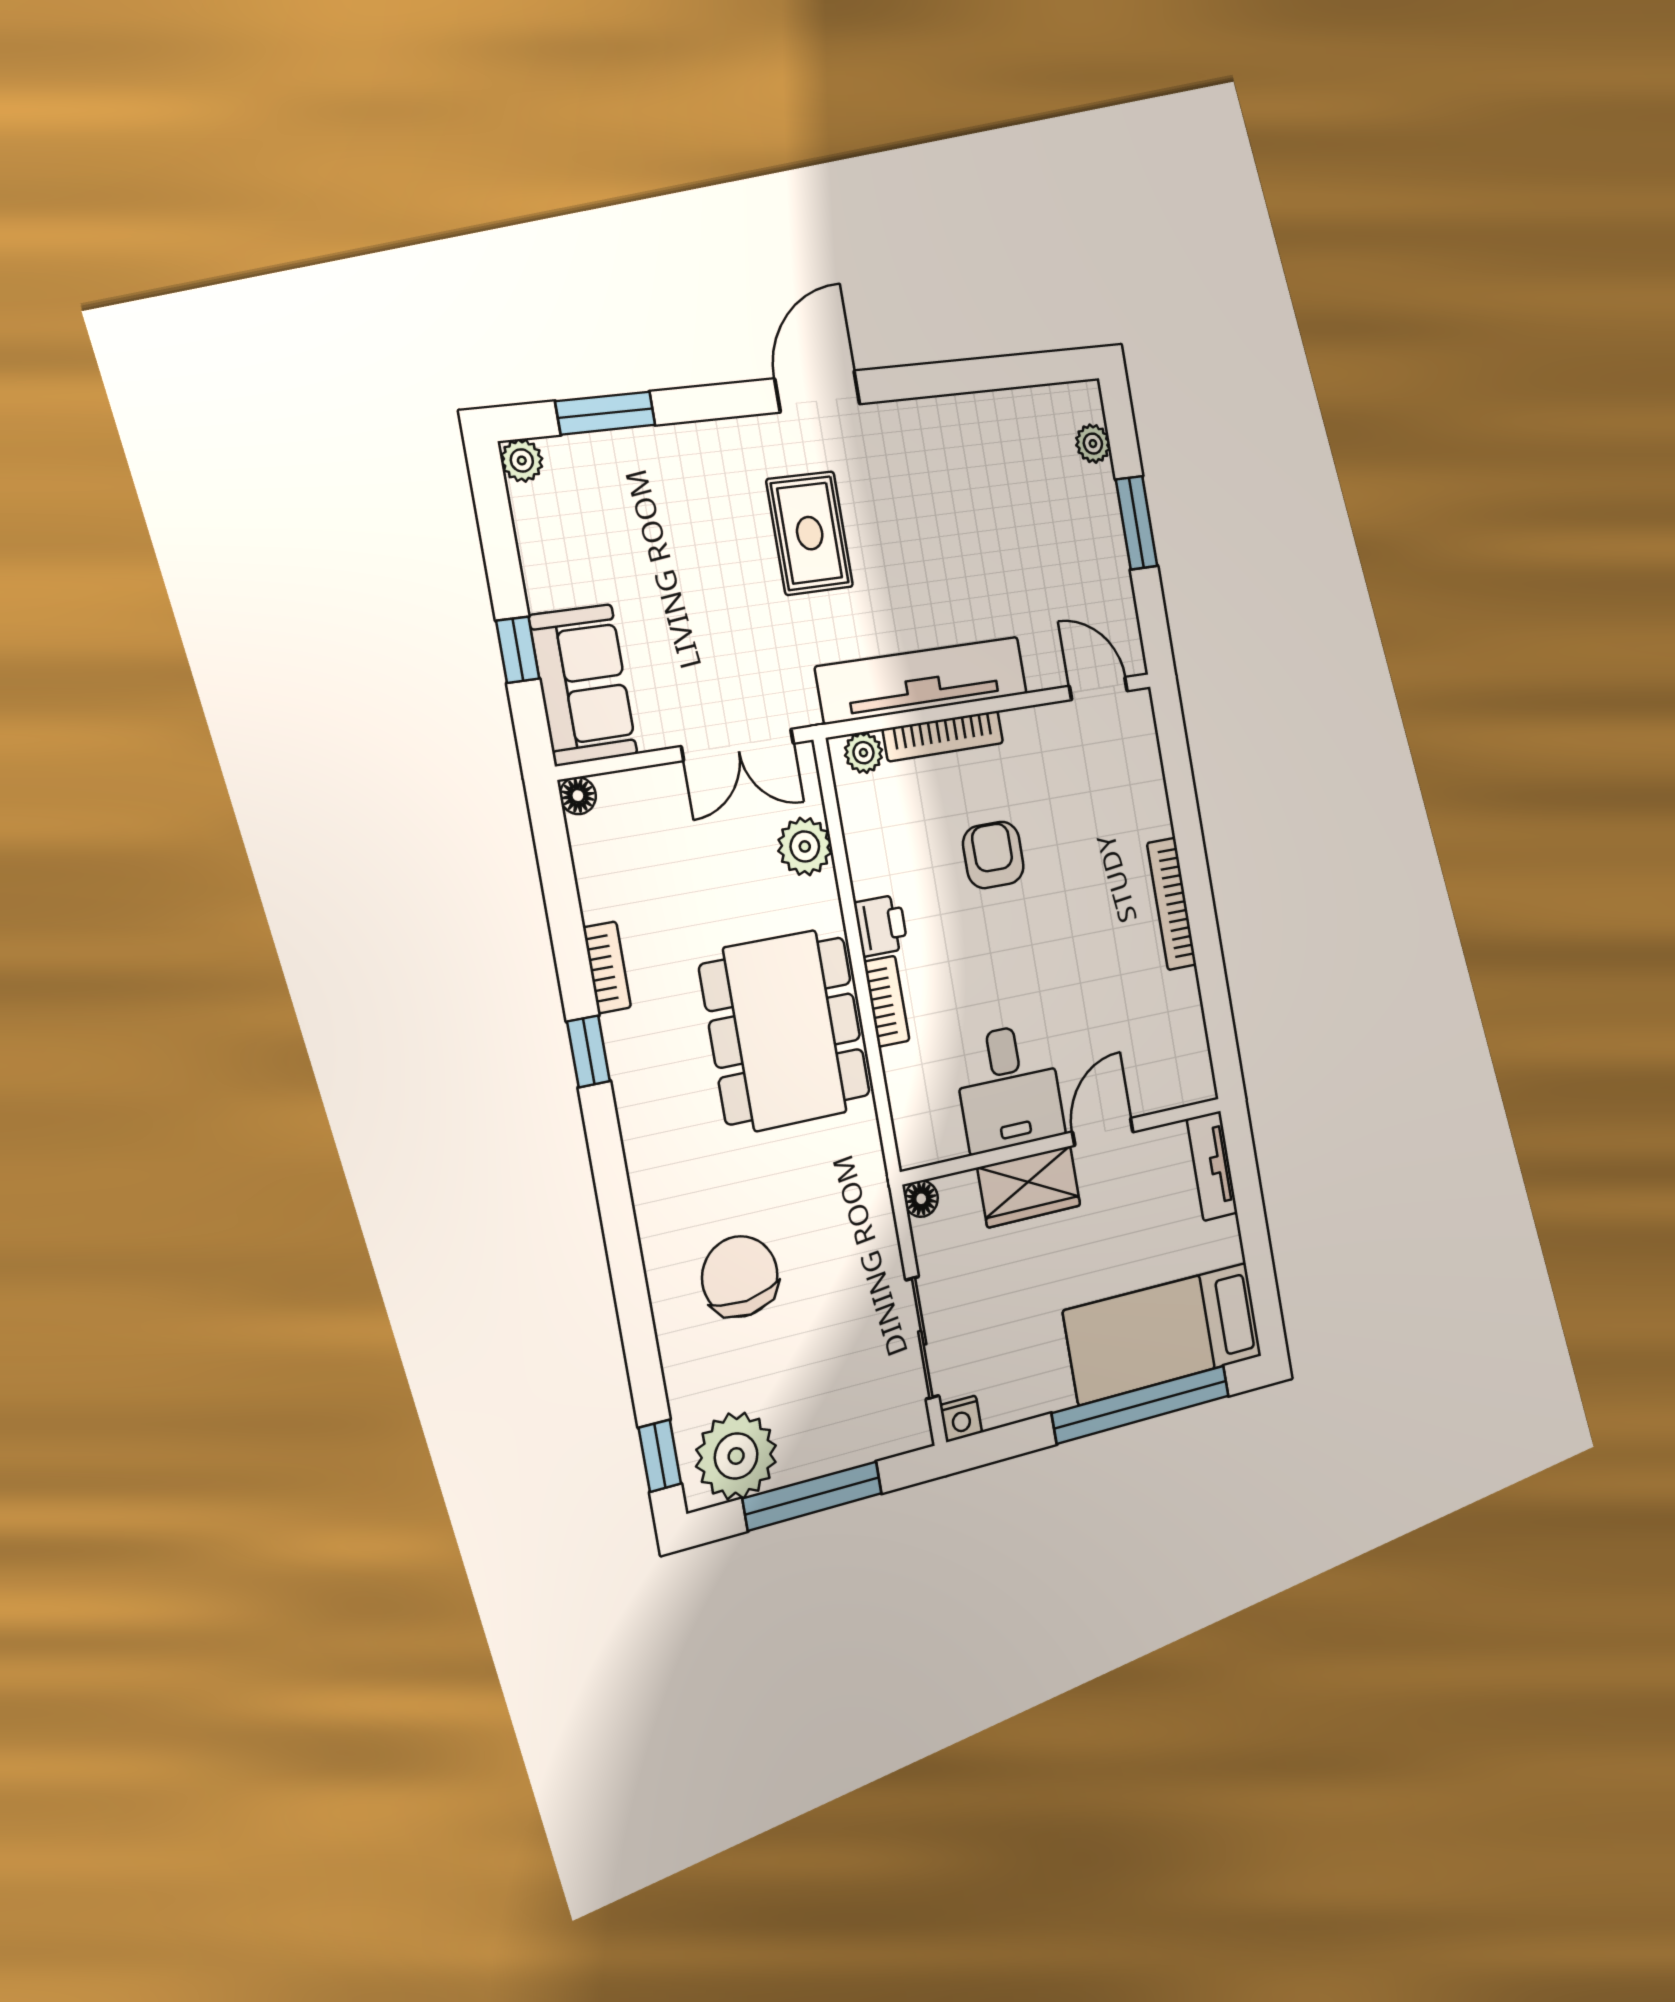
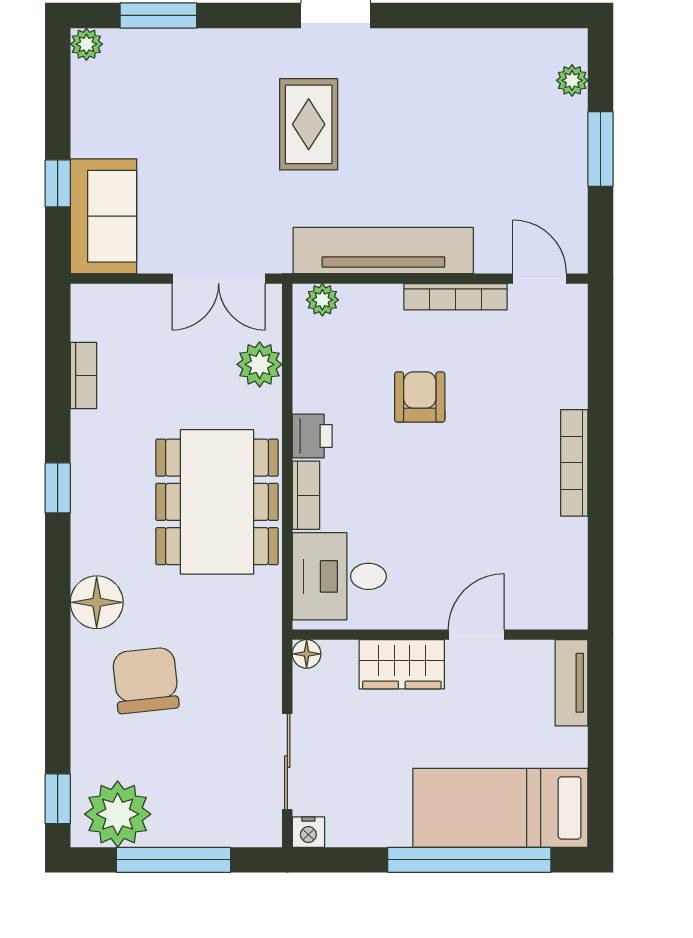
bookcase: (943, 736) -> (456, 297), moved
floor lamp: (578, 796) -> (97, 602), moved, width x1.89, depth x1.89
bookcase: (607, 967) -> (84, 376), moved
desk: (1009, 1087) -> (339, 576), moved, turned 90

